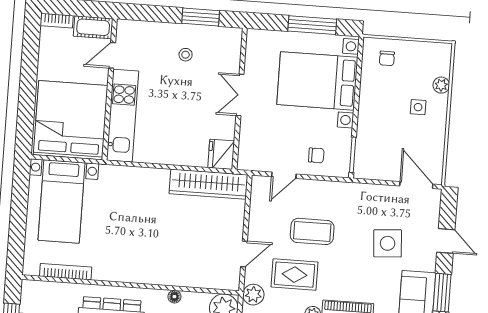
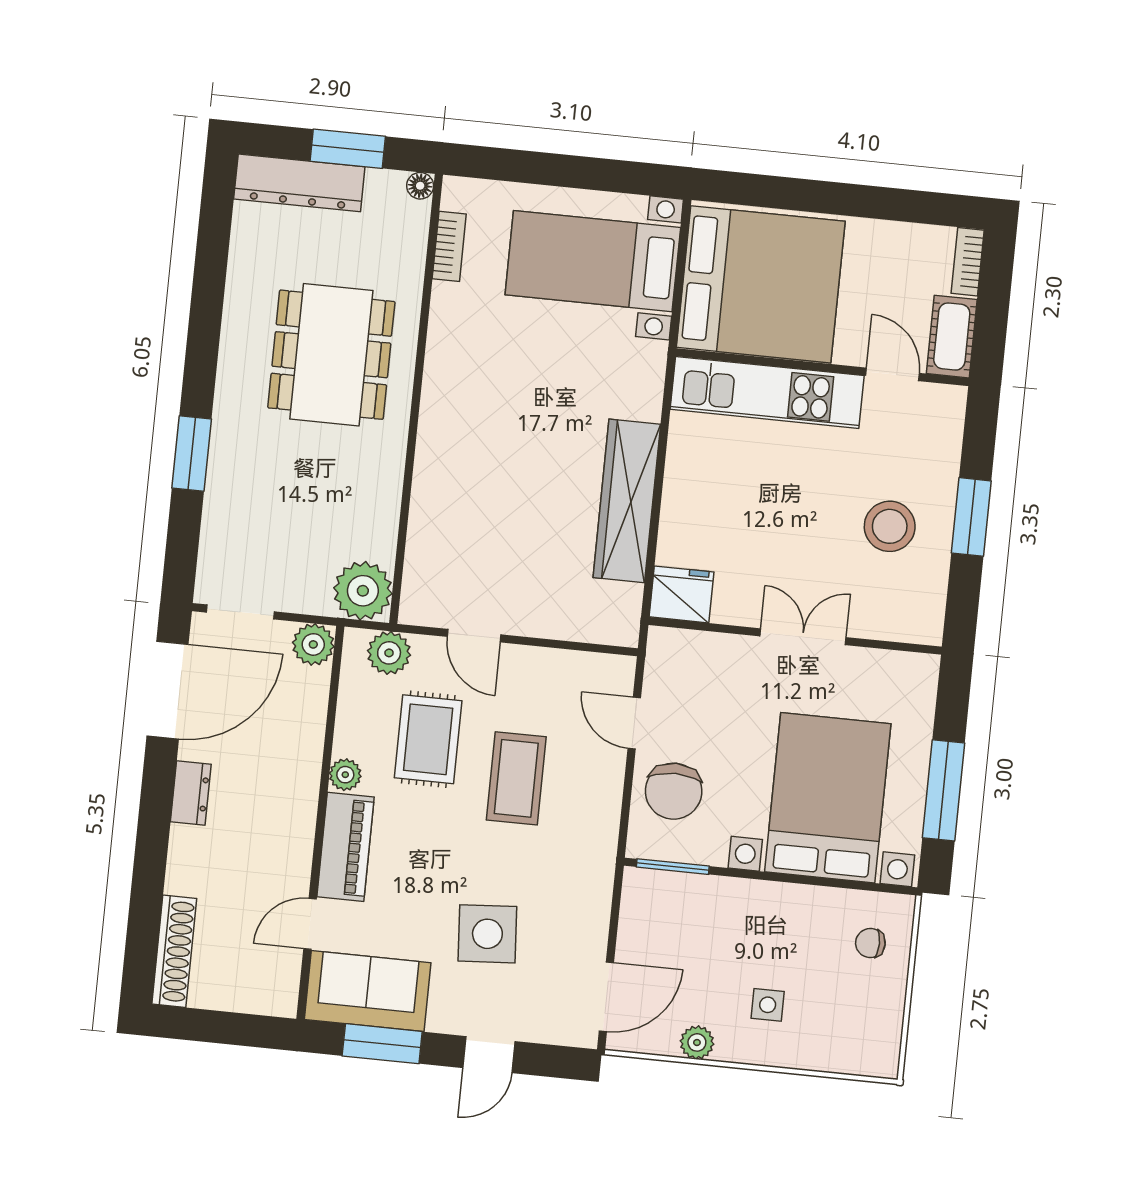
window: (201, 17) -> (971, 517), moved
stool: (186, 55) -> (890, 526), width x1.89, depth x1.89
plant: (441, 85) -> (697, 1042), moved
chair: (316, 155) -> (674, 791), width x1.87, depth x1.87
wardrobe: (208, 184) -> (627, 501), moved
bookcase: (66, 272) -> (449, 246), width x0.64
floor lamp: (174, 297) -> (420, 186), moved

